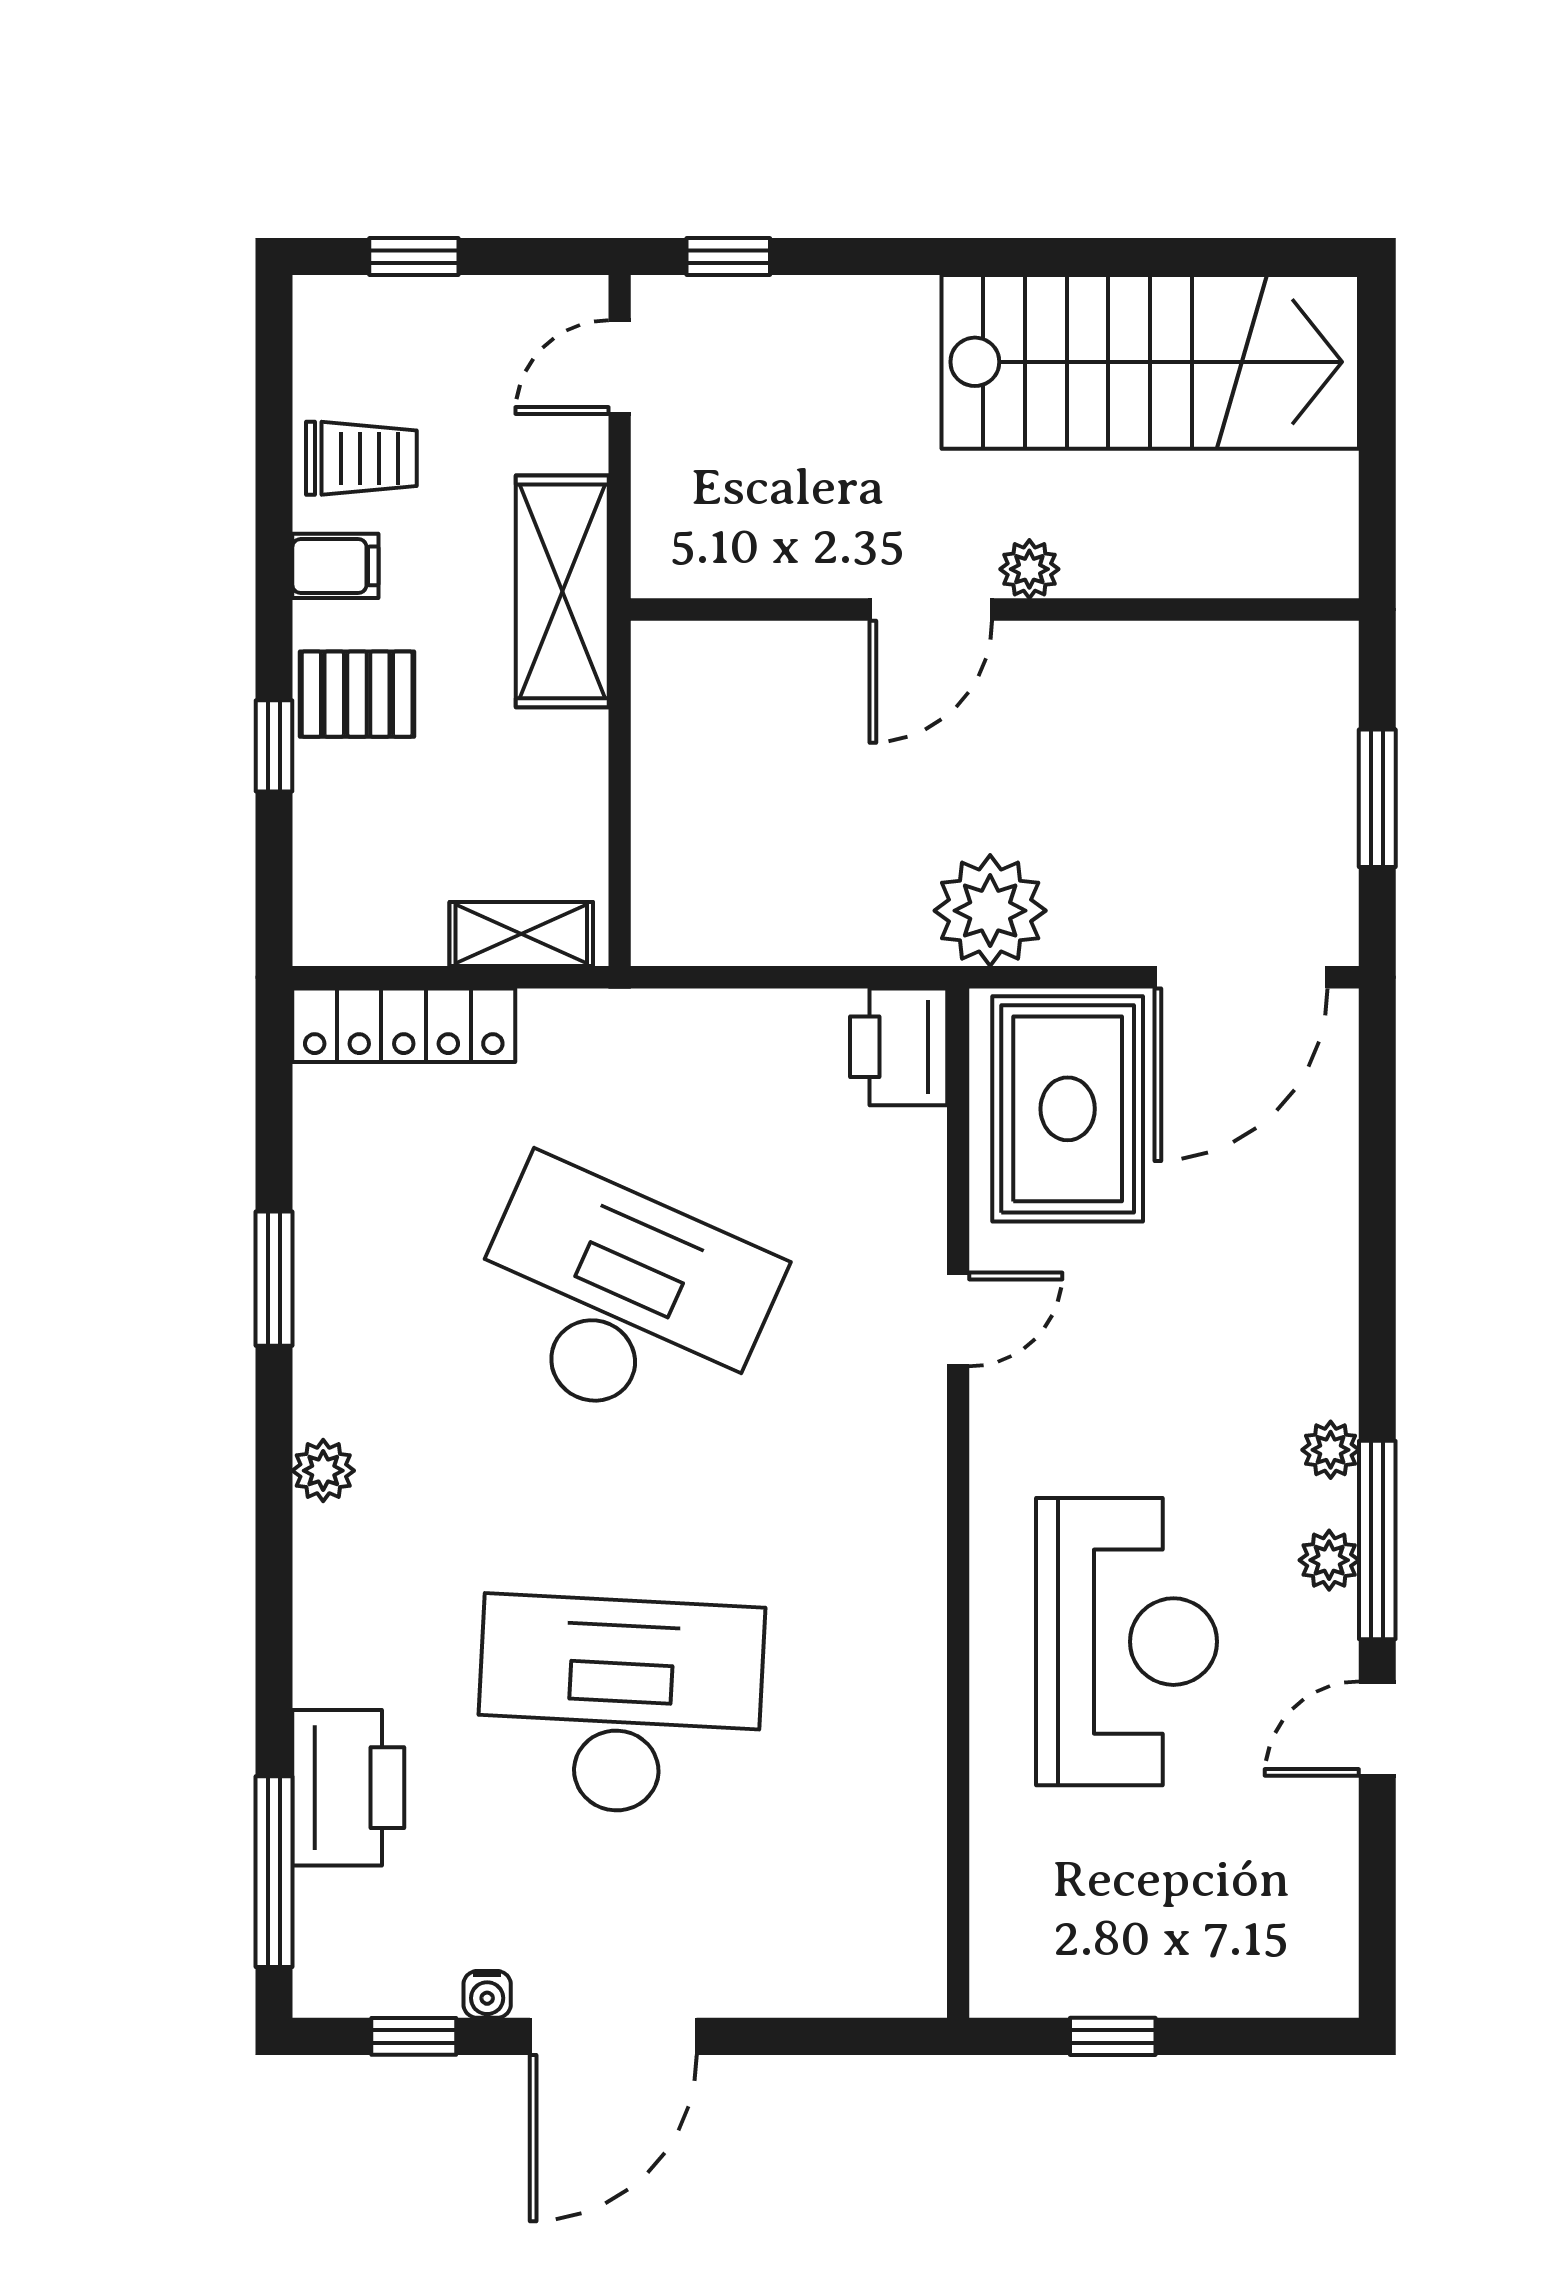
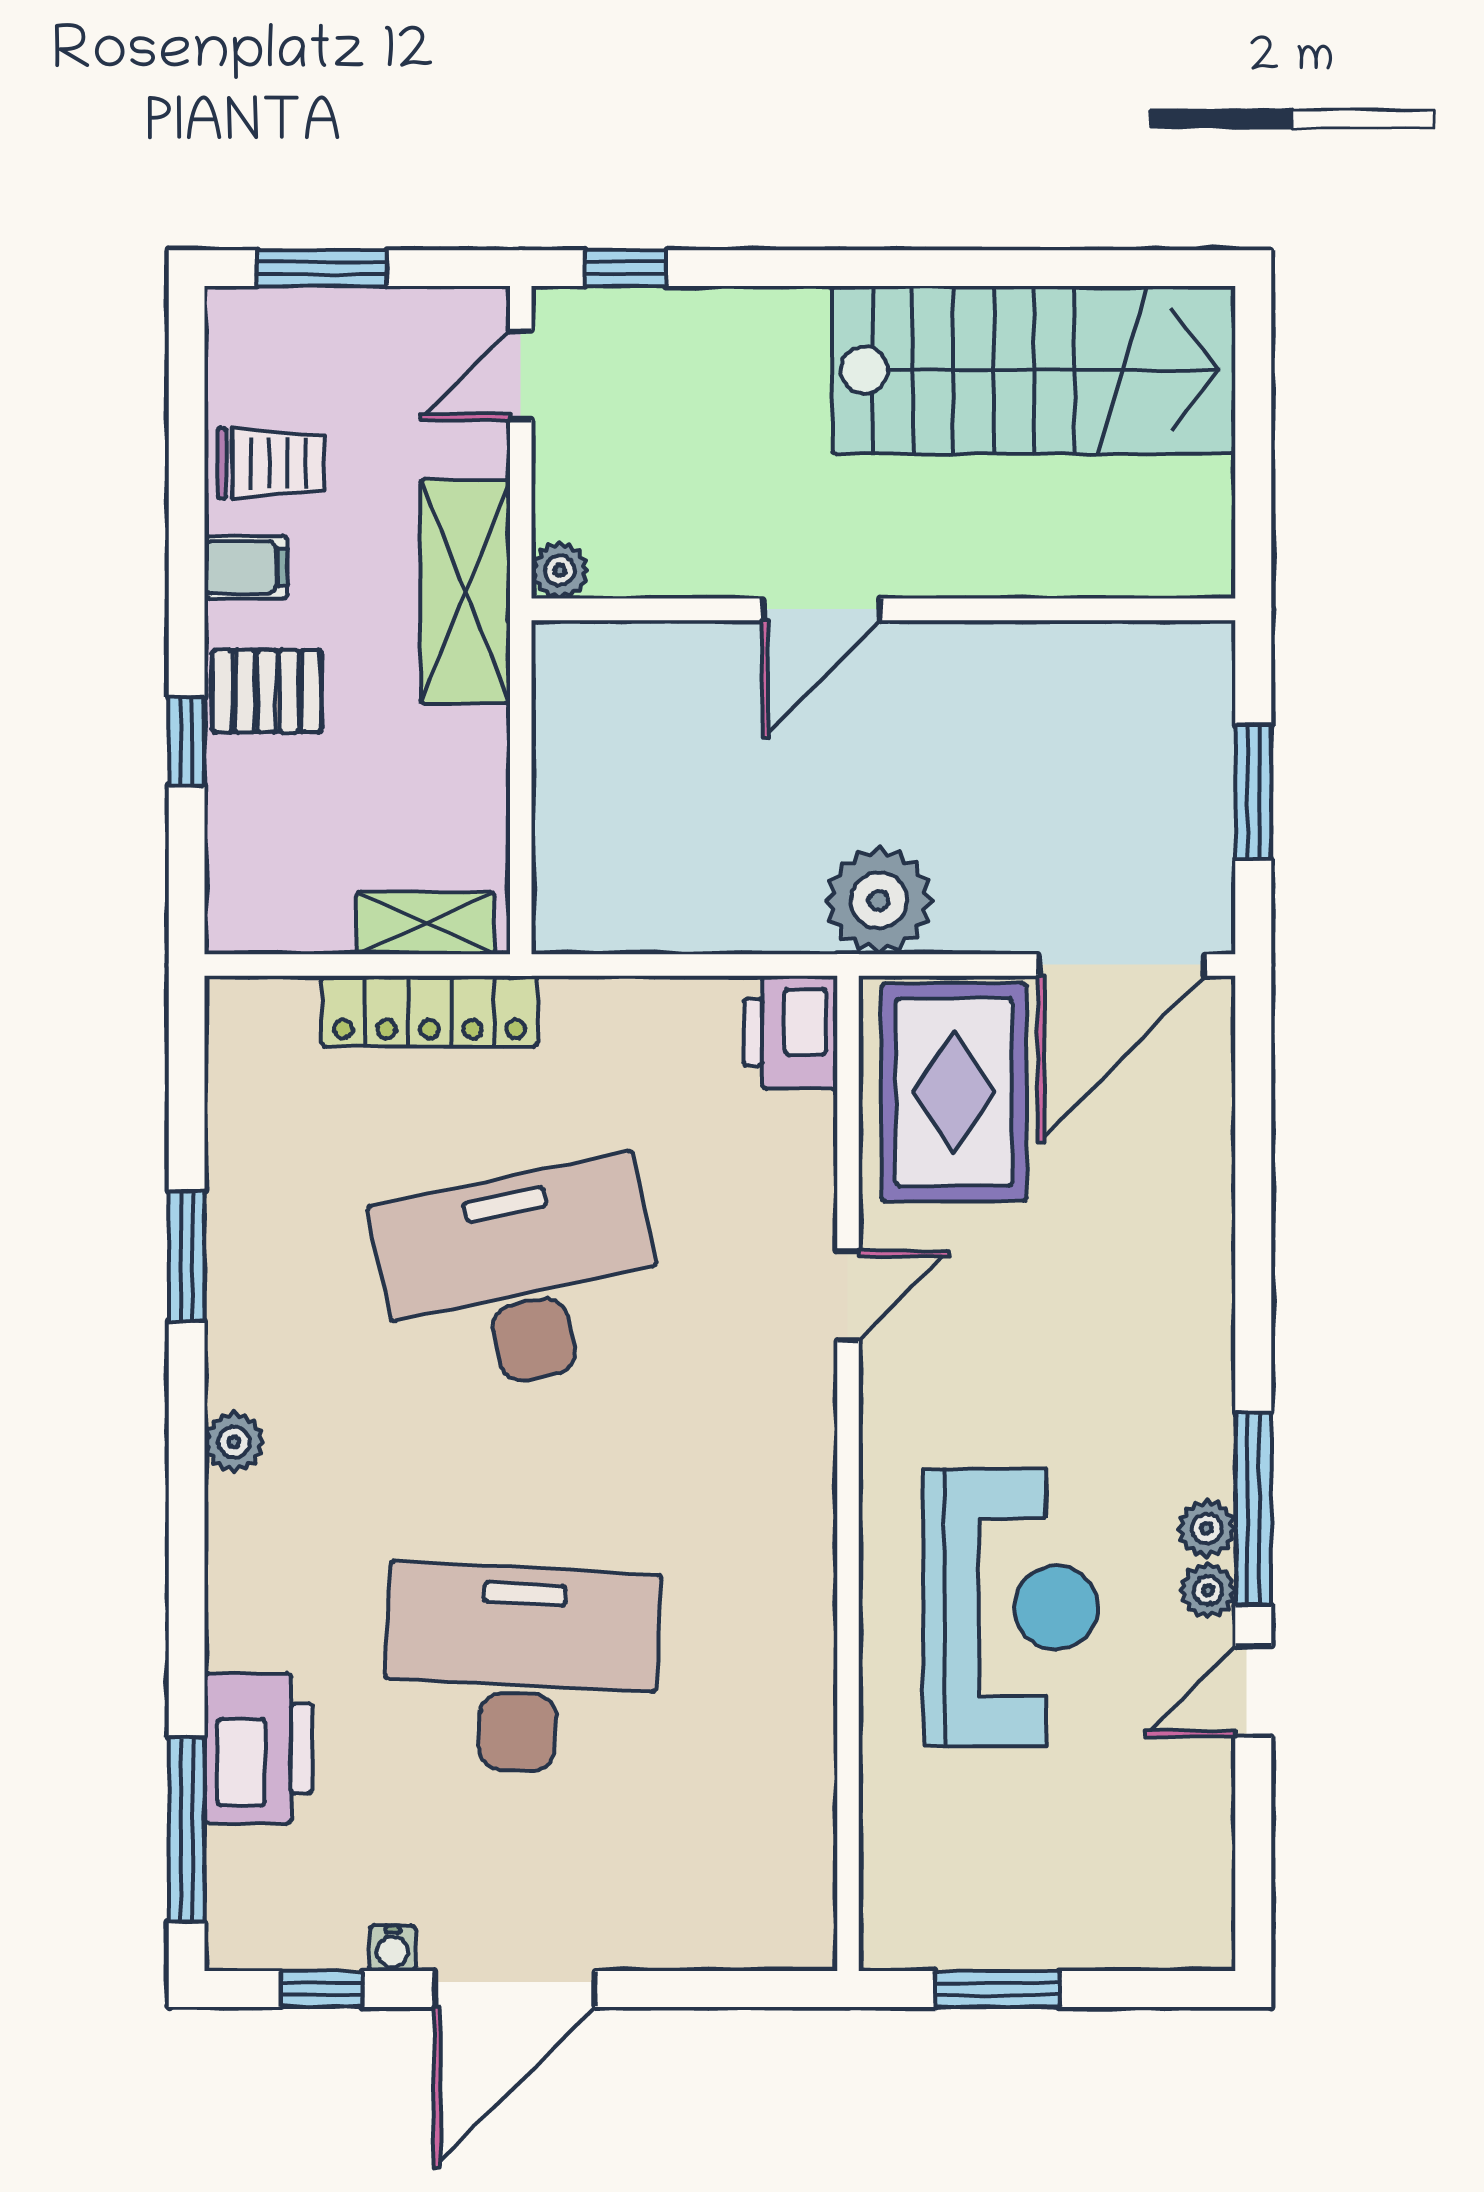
window: (414, 256) -> (322, 268), width x1.50
plant: (1029, 569) -> (560, 570), moved
locker: (404, 1025) -> (429, 1011), moved
desk: (620, 1301) -> (521, 1278), turned -36
plant: (1331, 1450) -> (1208, 1590), moved
window: (1113, 2036) -> (998, 1989), width x1.50

